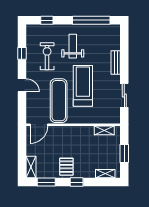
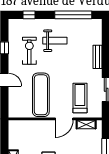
weight bench: (73, 46) -> (55, 41), turned 90
treadmill: (83, 86) -> (80, 98), moved, width x0.73, depth x0.73
door: (39, 125) -> (64, 119), moved

